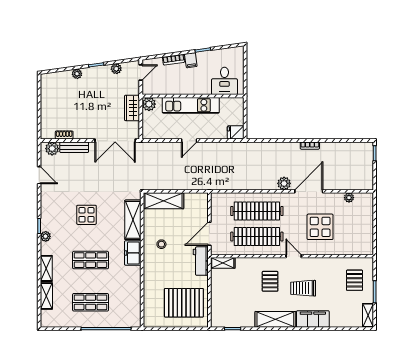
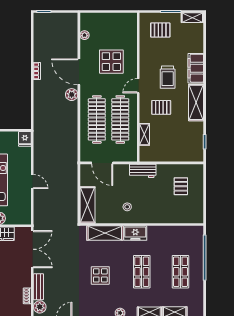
door: (209, 234) -> (102, 163), moved
shelving: (223, 263) -> (144, 134), moved
pallet: (184, 303) -> (181, 186), width x0.49, depth x0.50

